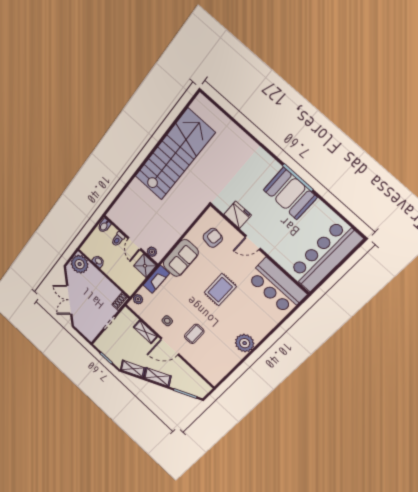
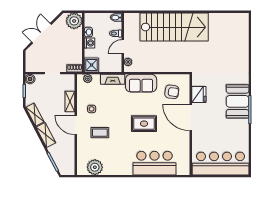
stairs: (174, 155) -> (174, 27), moved
booth: (290, 194) -> (238, 101), moved
door: (253, 243) -> (191, 117), width x1.87
shower: (145, 266) -> (92, 65), moved
washing machine: (108, 269) -> (90, 43), added
bar counter: (276, 286) -> (155, 163), moved, turned 90
plant: (245, 343) -> (95, 167), moved
boiler: (100, 344) -> (30, 79), added

